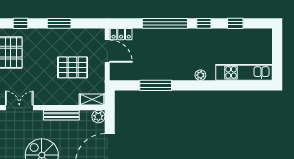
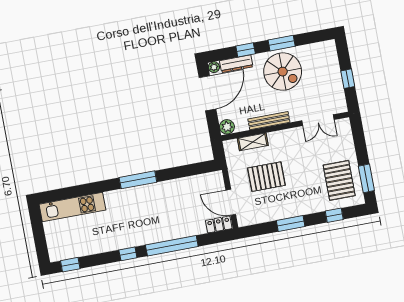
window: (235, 23) -> (70, 265), moved
plant: (200, 75) -> (121, 195), removed
window: (156, 85) -> (138, 180), moved
shelving: (92, 99) -> (253, 142), moved

